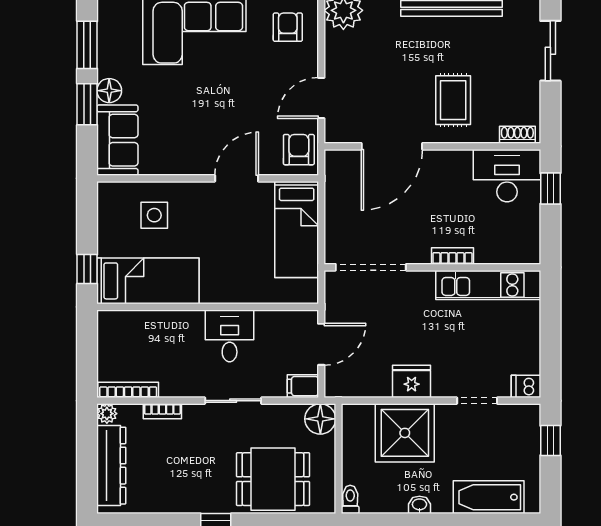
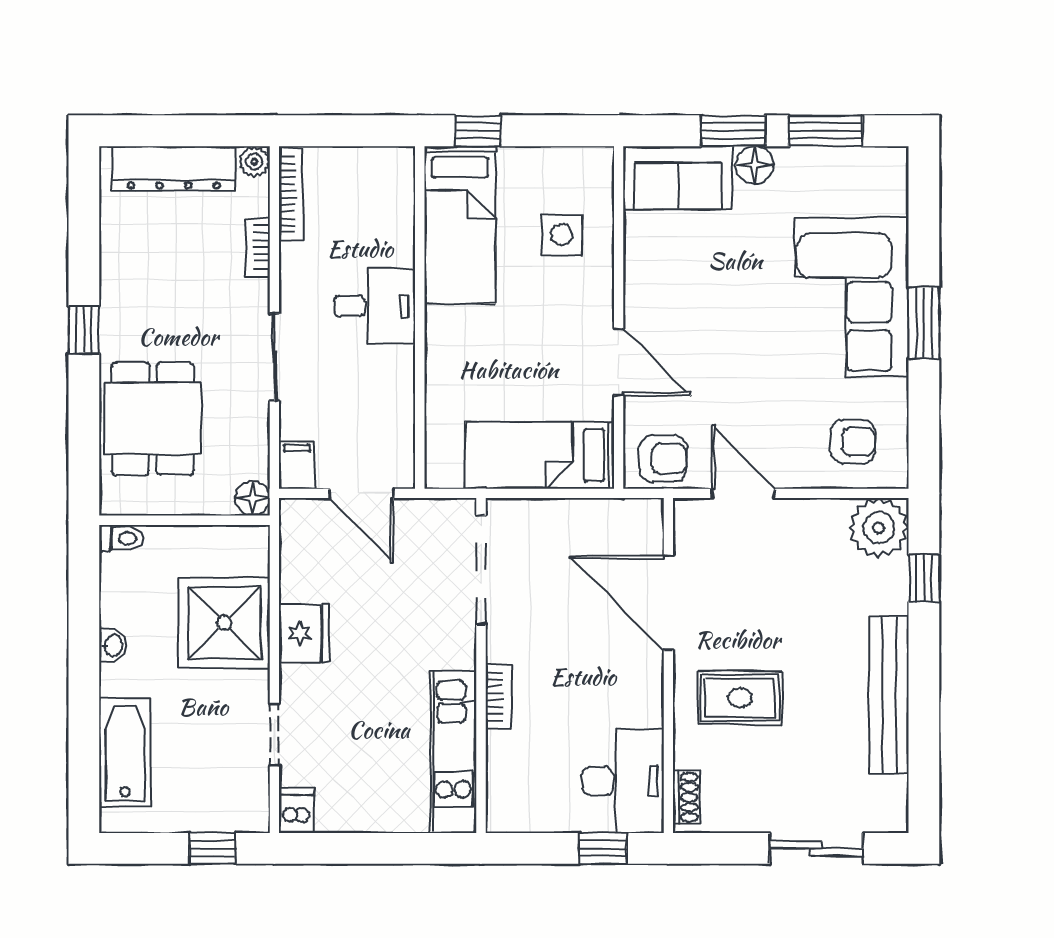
desk: (230, 336) -> (375, 306), moved
floor lamp: (320, 419) -> (253, 498), width x0.73, depth x0.73

